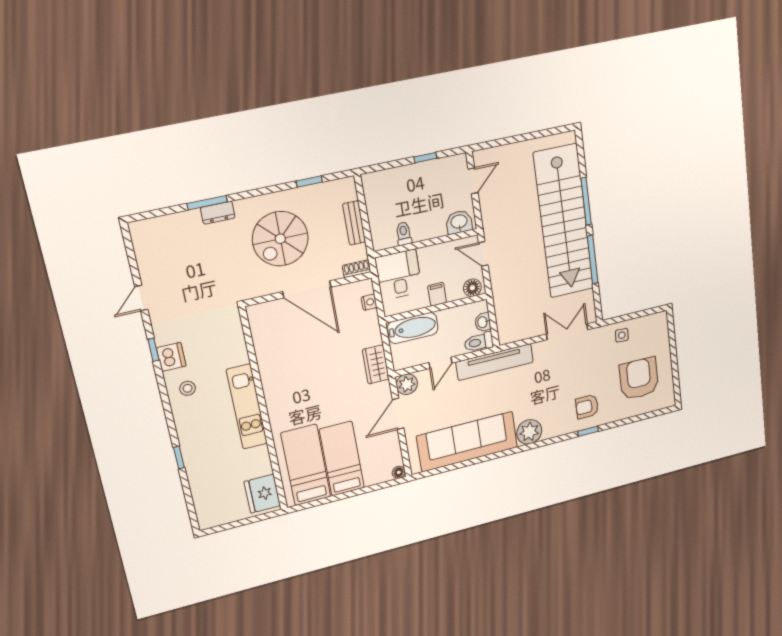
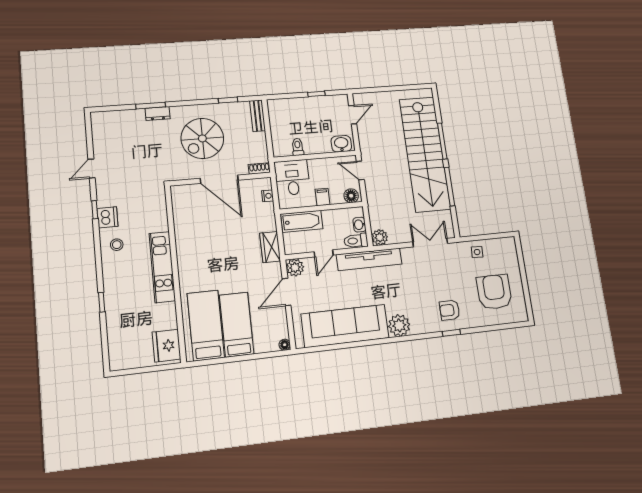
bench: (354, 223) -> (258, 116), moved
plant: (507, 334) -> (380, 237), added

